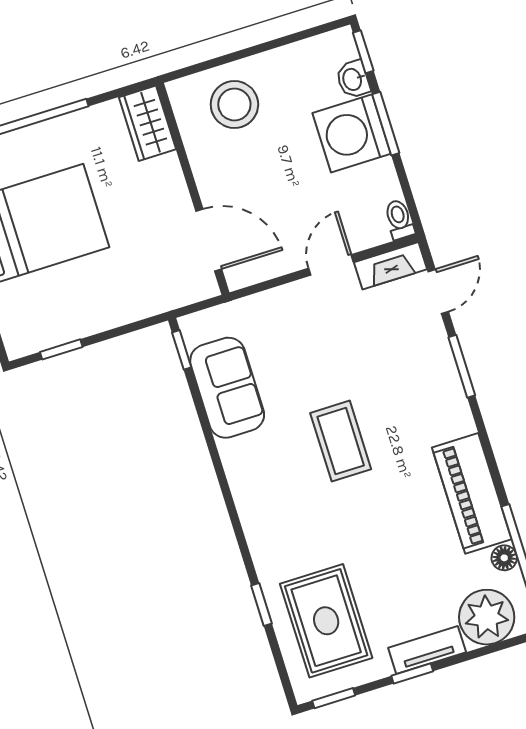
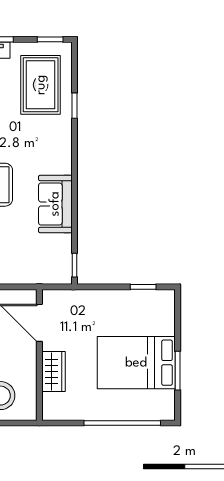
wardrobe: (147, 123) -> (54, 371), moved
sofa: (227, 388) -> (55, 204), moved

